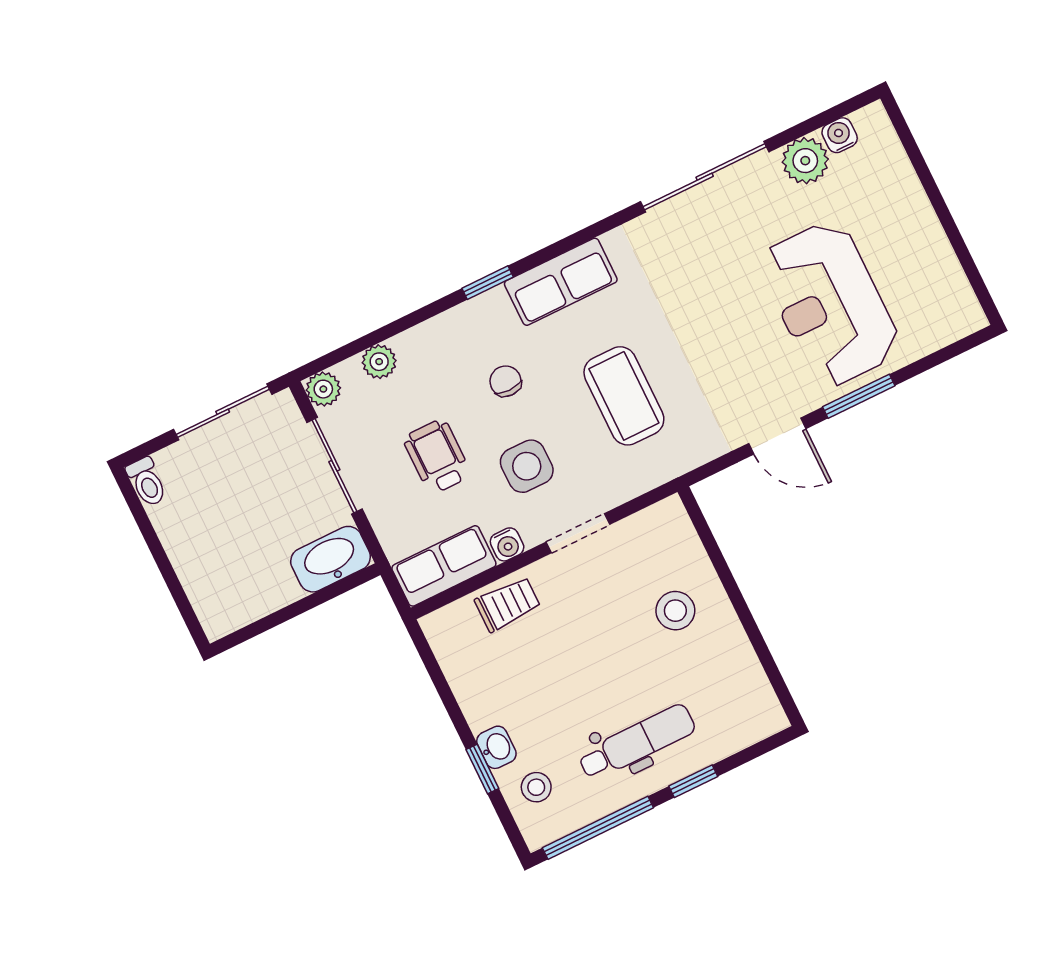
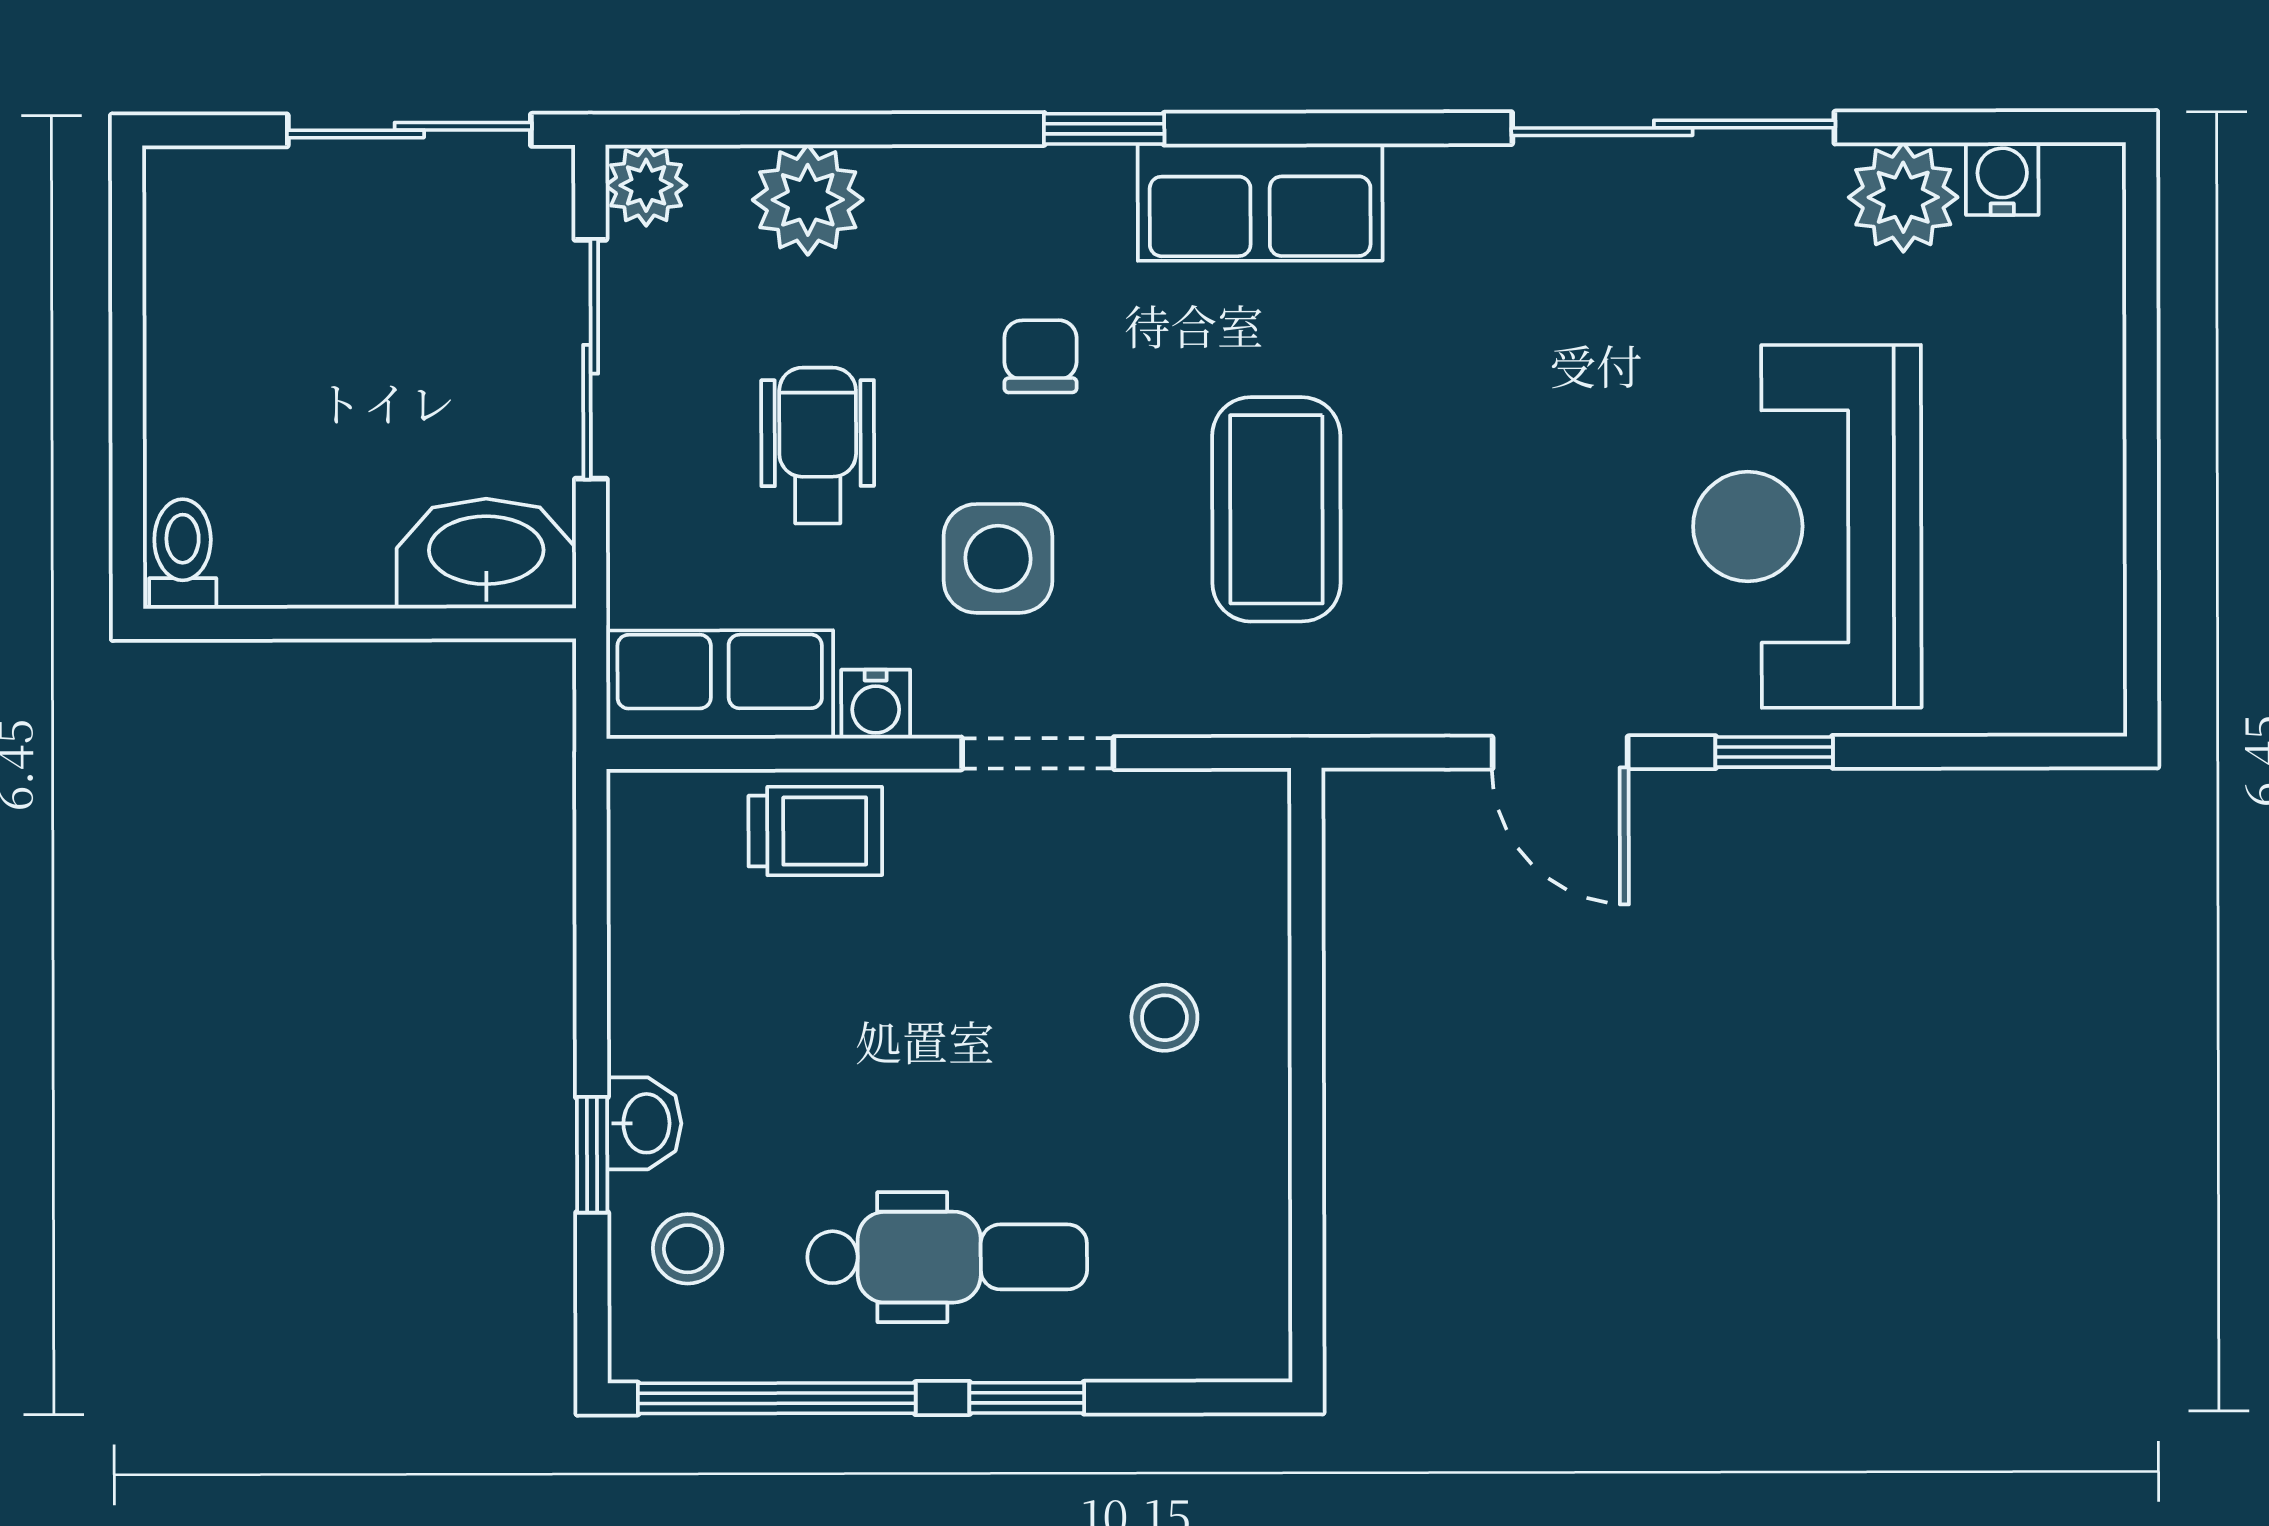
plant: (379, 362) -> (808, 200), width x1.38, depth x1.38
window: (859, 396) -> (1774, 752), width x0.67
toilet: (147, 482) -> (183, 554), moved, turned 180
stool: (675, 611) -> (1164, 1018), width x0.73, depth x0.73

